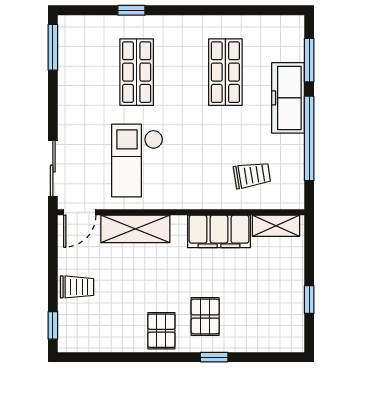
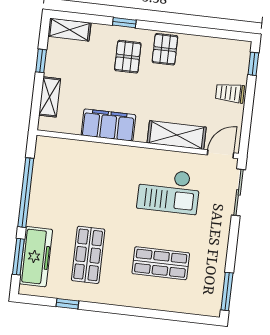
window: (131, 10) -> (67, 304), moved
shop shelf: (137, 72) -> (161, 263), turned 90
freezer: (288, 98) -> (36, 257), moved
checkout: (137, 161) -> (169, 191), turned 90
trolley: (252, 175) -> (76, 168), removed
shelving: (276, 226) -> (50, 97), moved, turned 90
shelving: (279, 341) -> (69, 30), added

